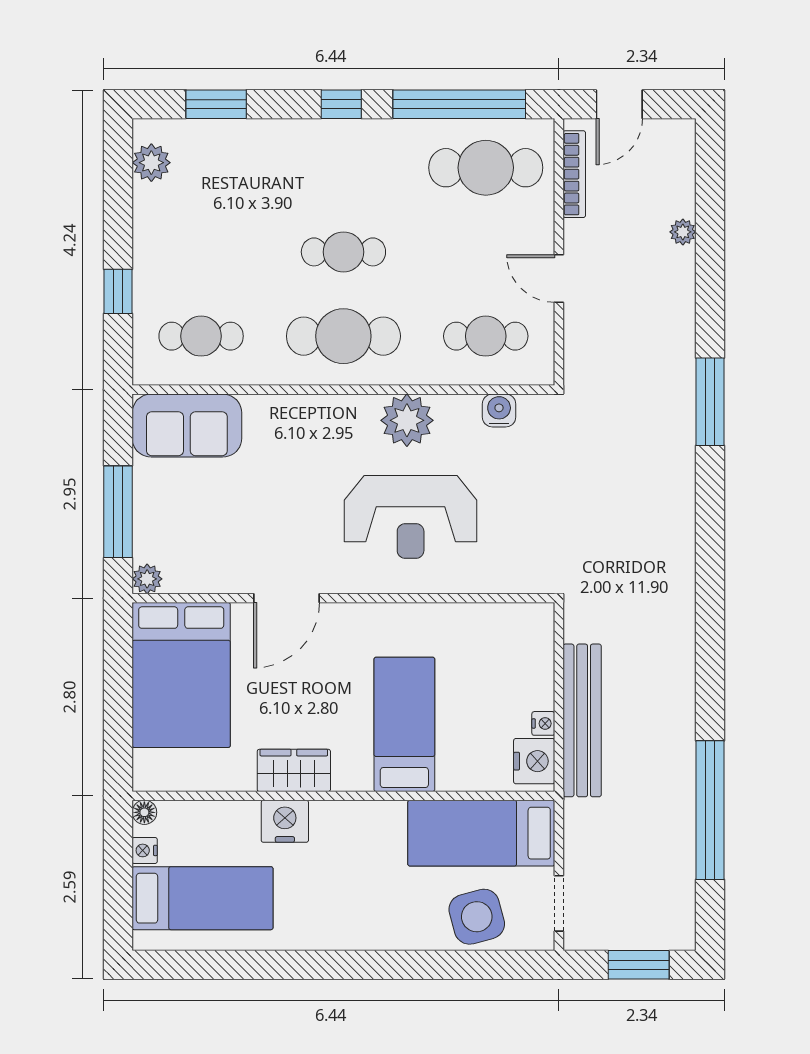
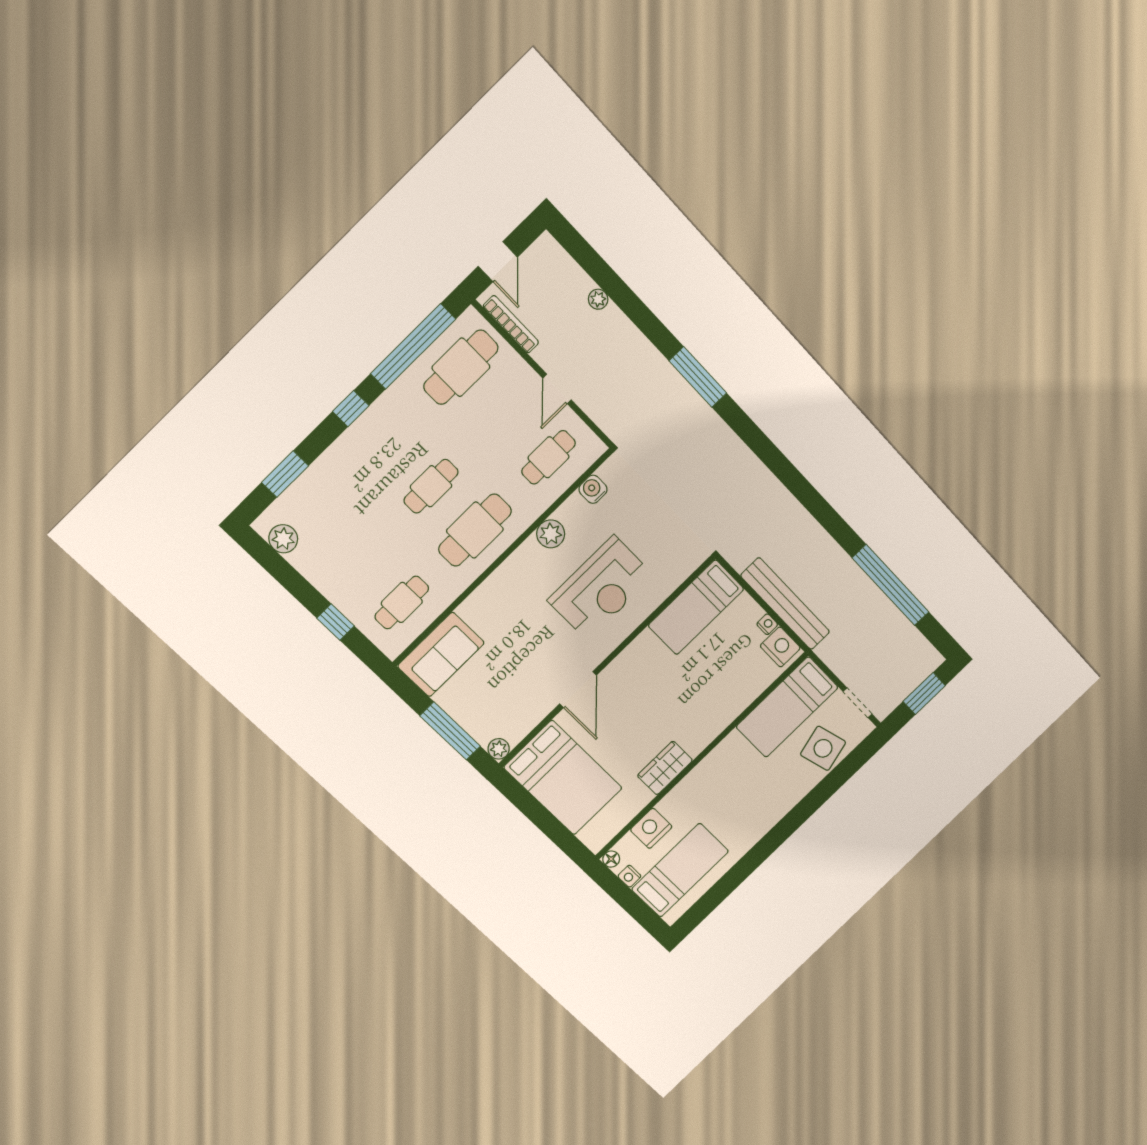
door: (559, 278) -> (557, 389), hinge flipped
plant: (407, 420) -> (551, 534), width x0.73, depth x0.73
bed: (404, 724) -> (696, 607), moved, turned -90
nightstand: (285, 821) -> (651, 828), moved

